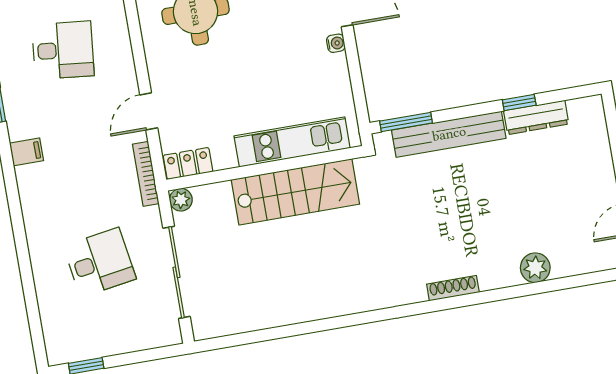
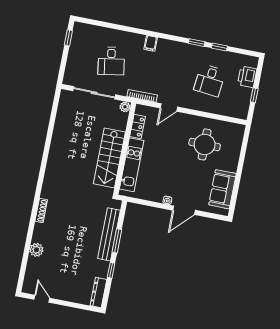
door: (149, 111) -> (169, 107), swing flipped
dresser: (536, 117) -> (98, 292), moved
window: (406, 122) -> (117, 241), moved
filing cabinet: (27, 152) -> (151, 43), moved
locker: (188, 164) -> (137, 127), moved

